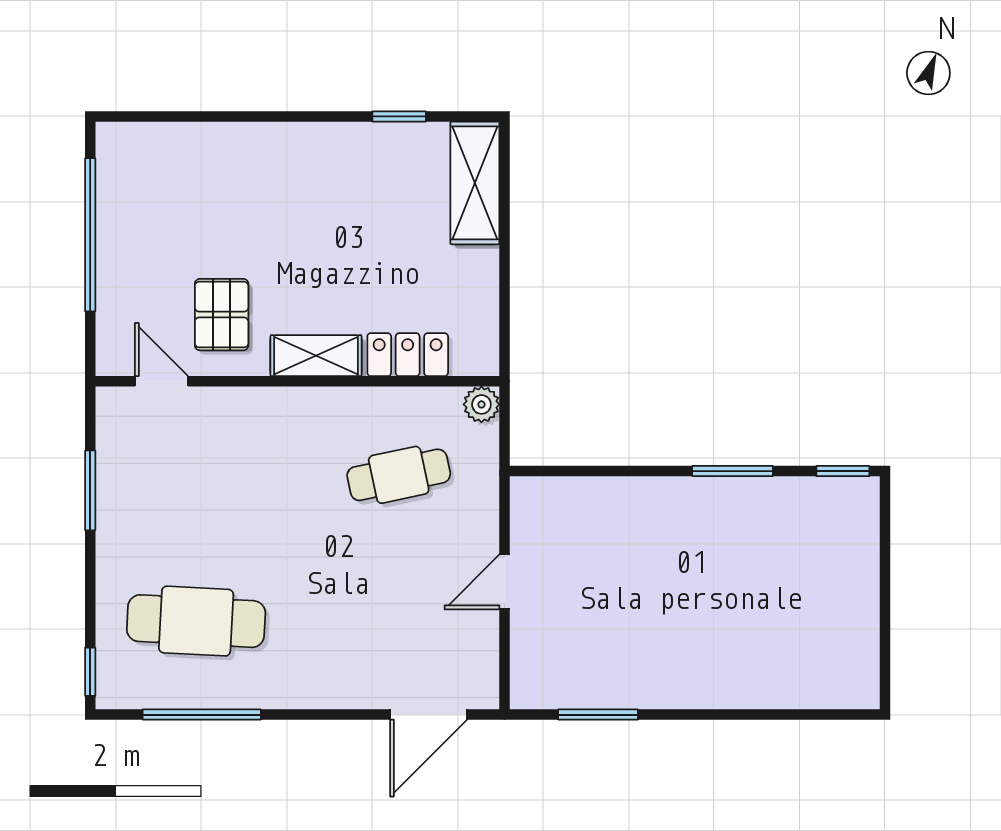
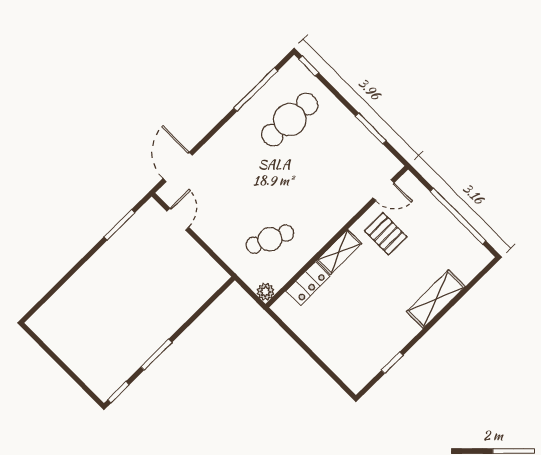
shelving: (475, 183) -> (436, 299), moved, turned 90
cafe table: (399, 475) -> (270, 239), turned 36
door: (505, 582) -> (178, 219), moved

